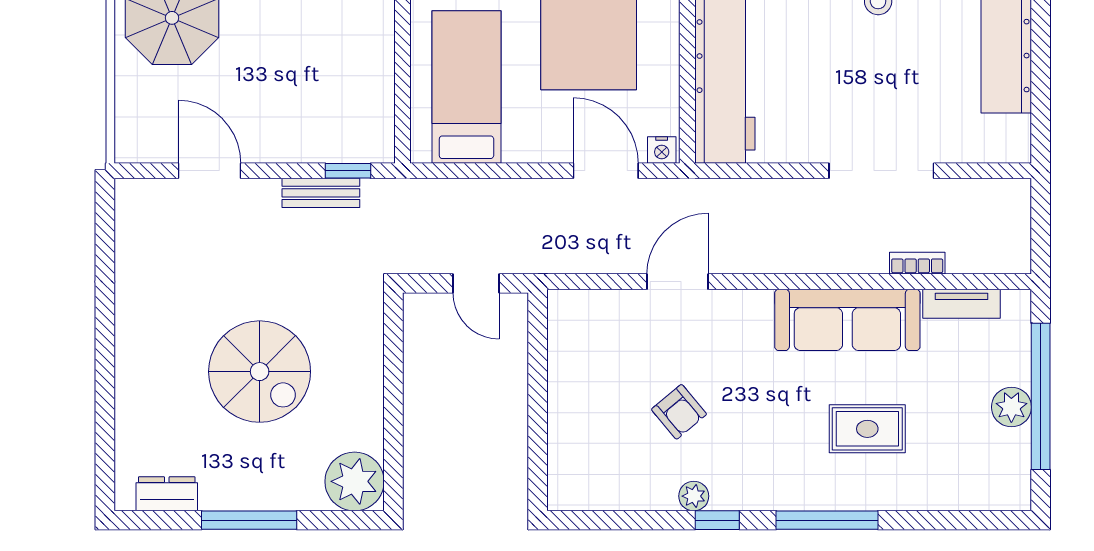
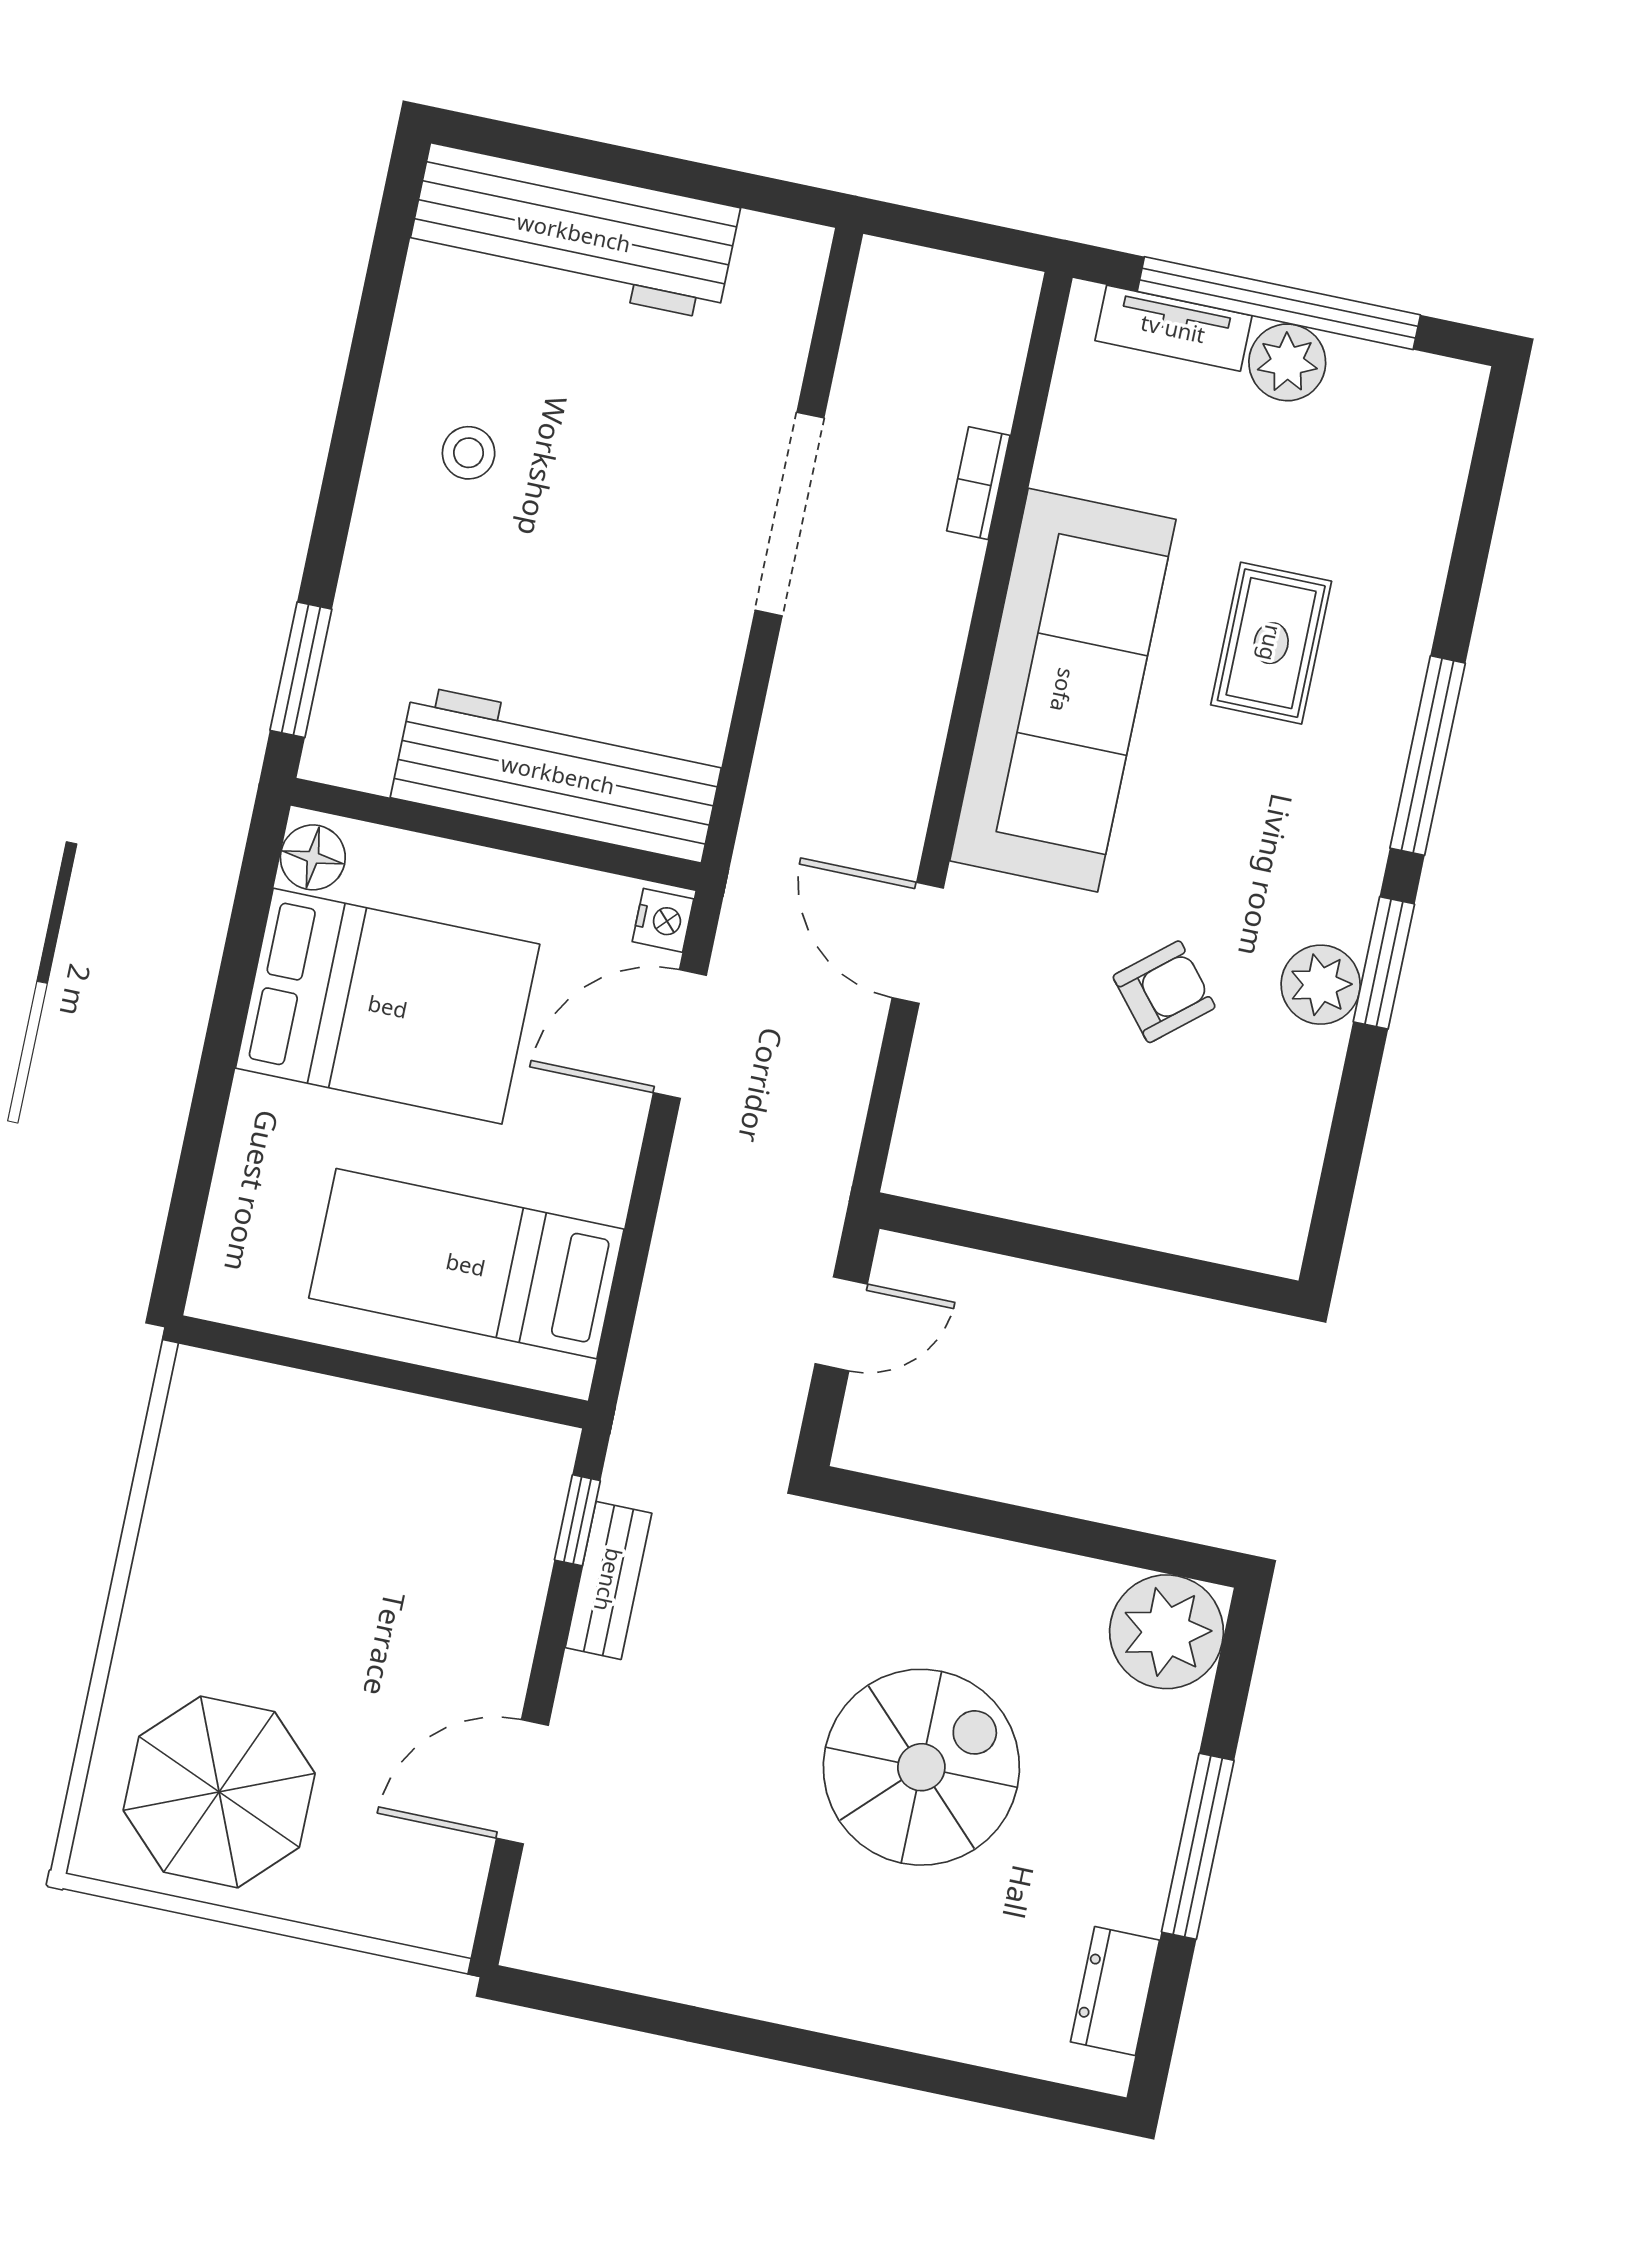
tv unit: (961, 304) -> (1173, 328), moved, turned 90
sofa: (847, 320) -> (1063, 690), width x1.36, depth x1.27
plant: (694, 496) -> (1321, 985), width x1.38, depth x1.38
window: (717, 520) -> (1384, 963), width x1.50

